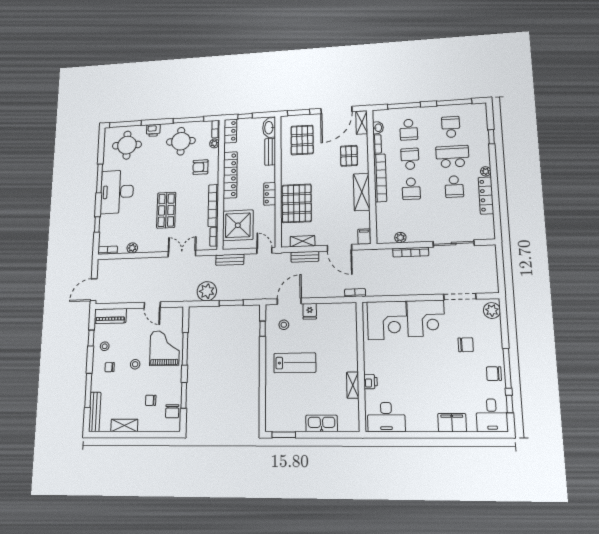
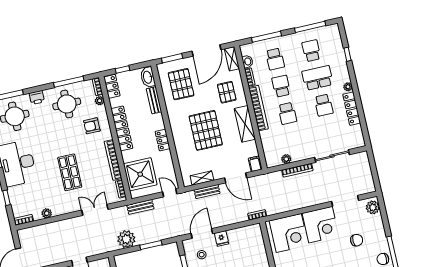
pallet: (297, 203) -> (206, 130), moved

